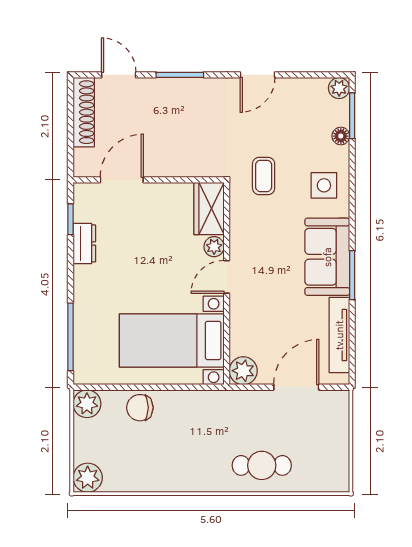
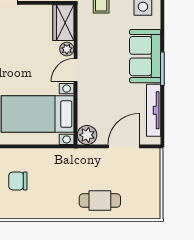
chair: (140, 408) -> (18, 181), moved

